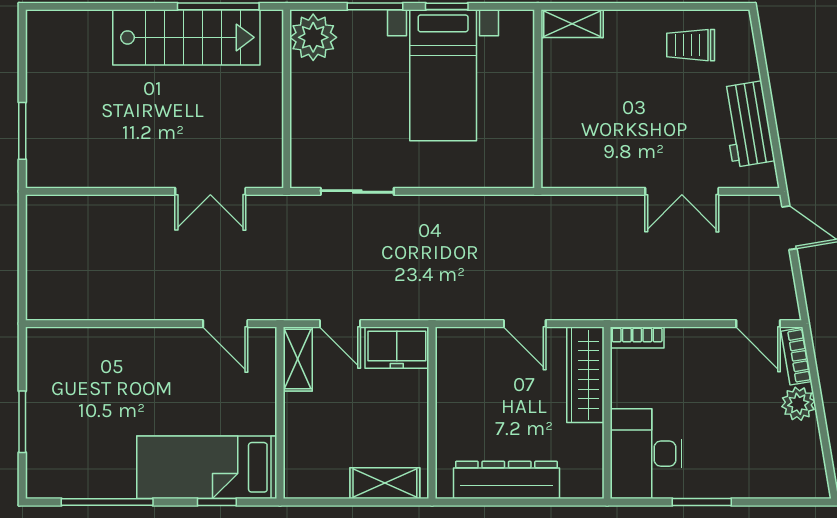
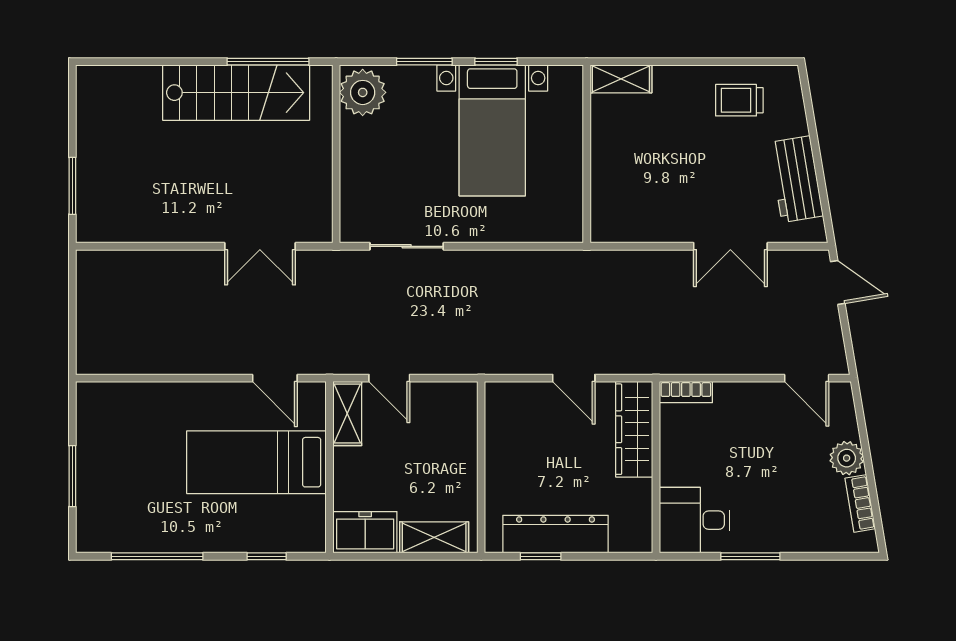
freezer: (397, 348) -> (365, 532), moved, turned 180
bookcase: (796, 356) -> (860, 503), moved
desk: (646, 454) -> (695, 520), width x0.73
bed: (207, 467) -> (256, 462), moved
window: (491, 502) -> (541, 556), added

